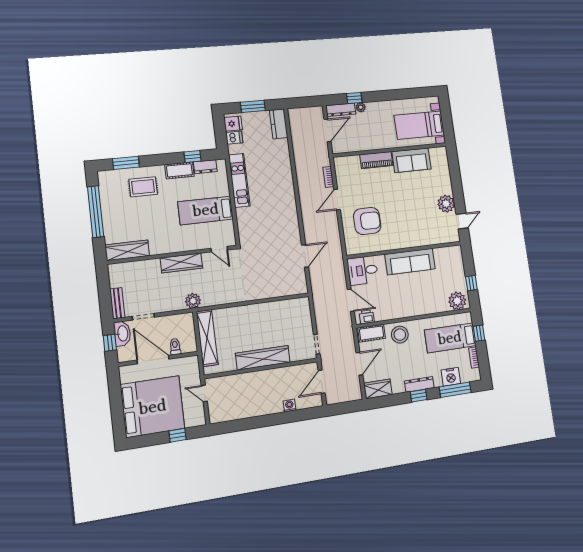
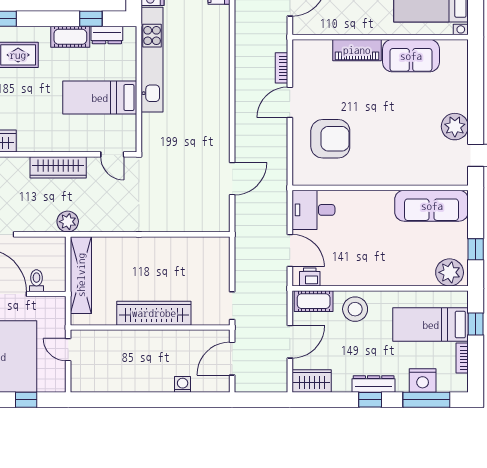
kitchen unit: (239, 180) -> (152, 60), width x1.36
sofa: (410, 261) -> (432, 206), moved

